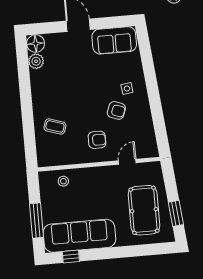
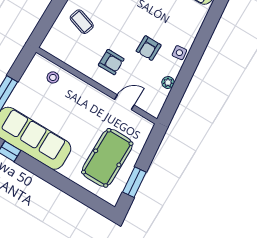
side table: (127, 89) -> (179, 53), moved
armchair: (116, 110) -> (149, 48), turned 69
plant: (148, 125) -> (168, 82), added

